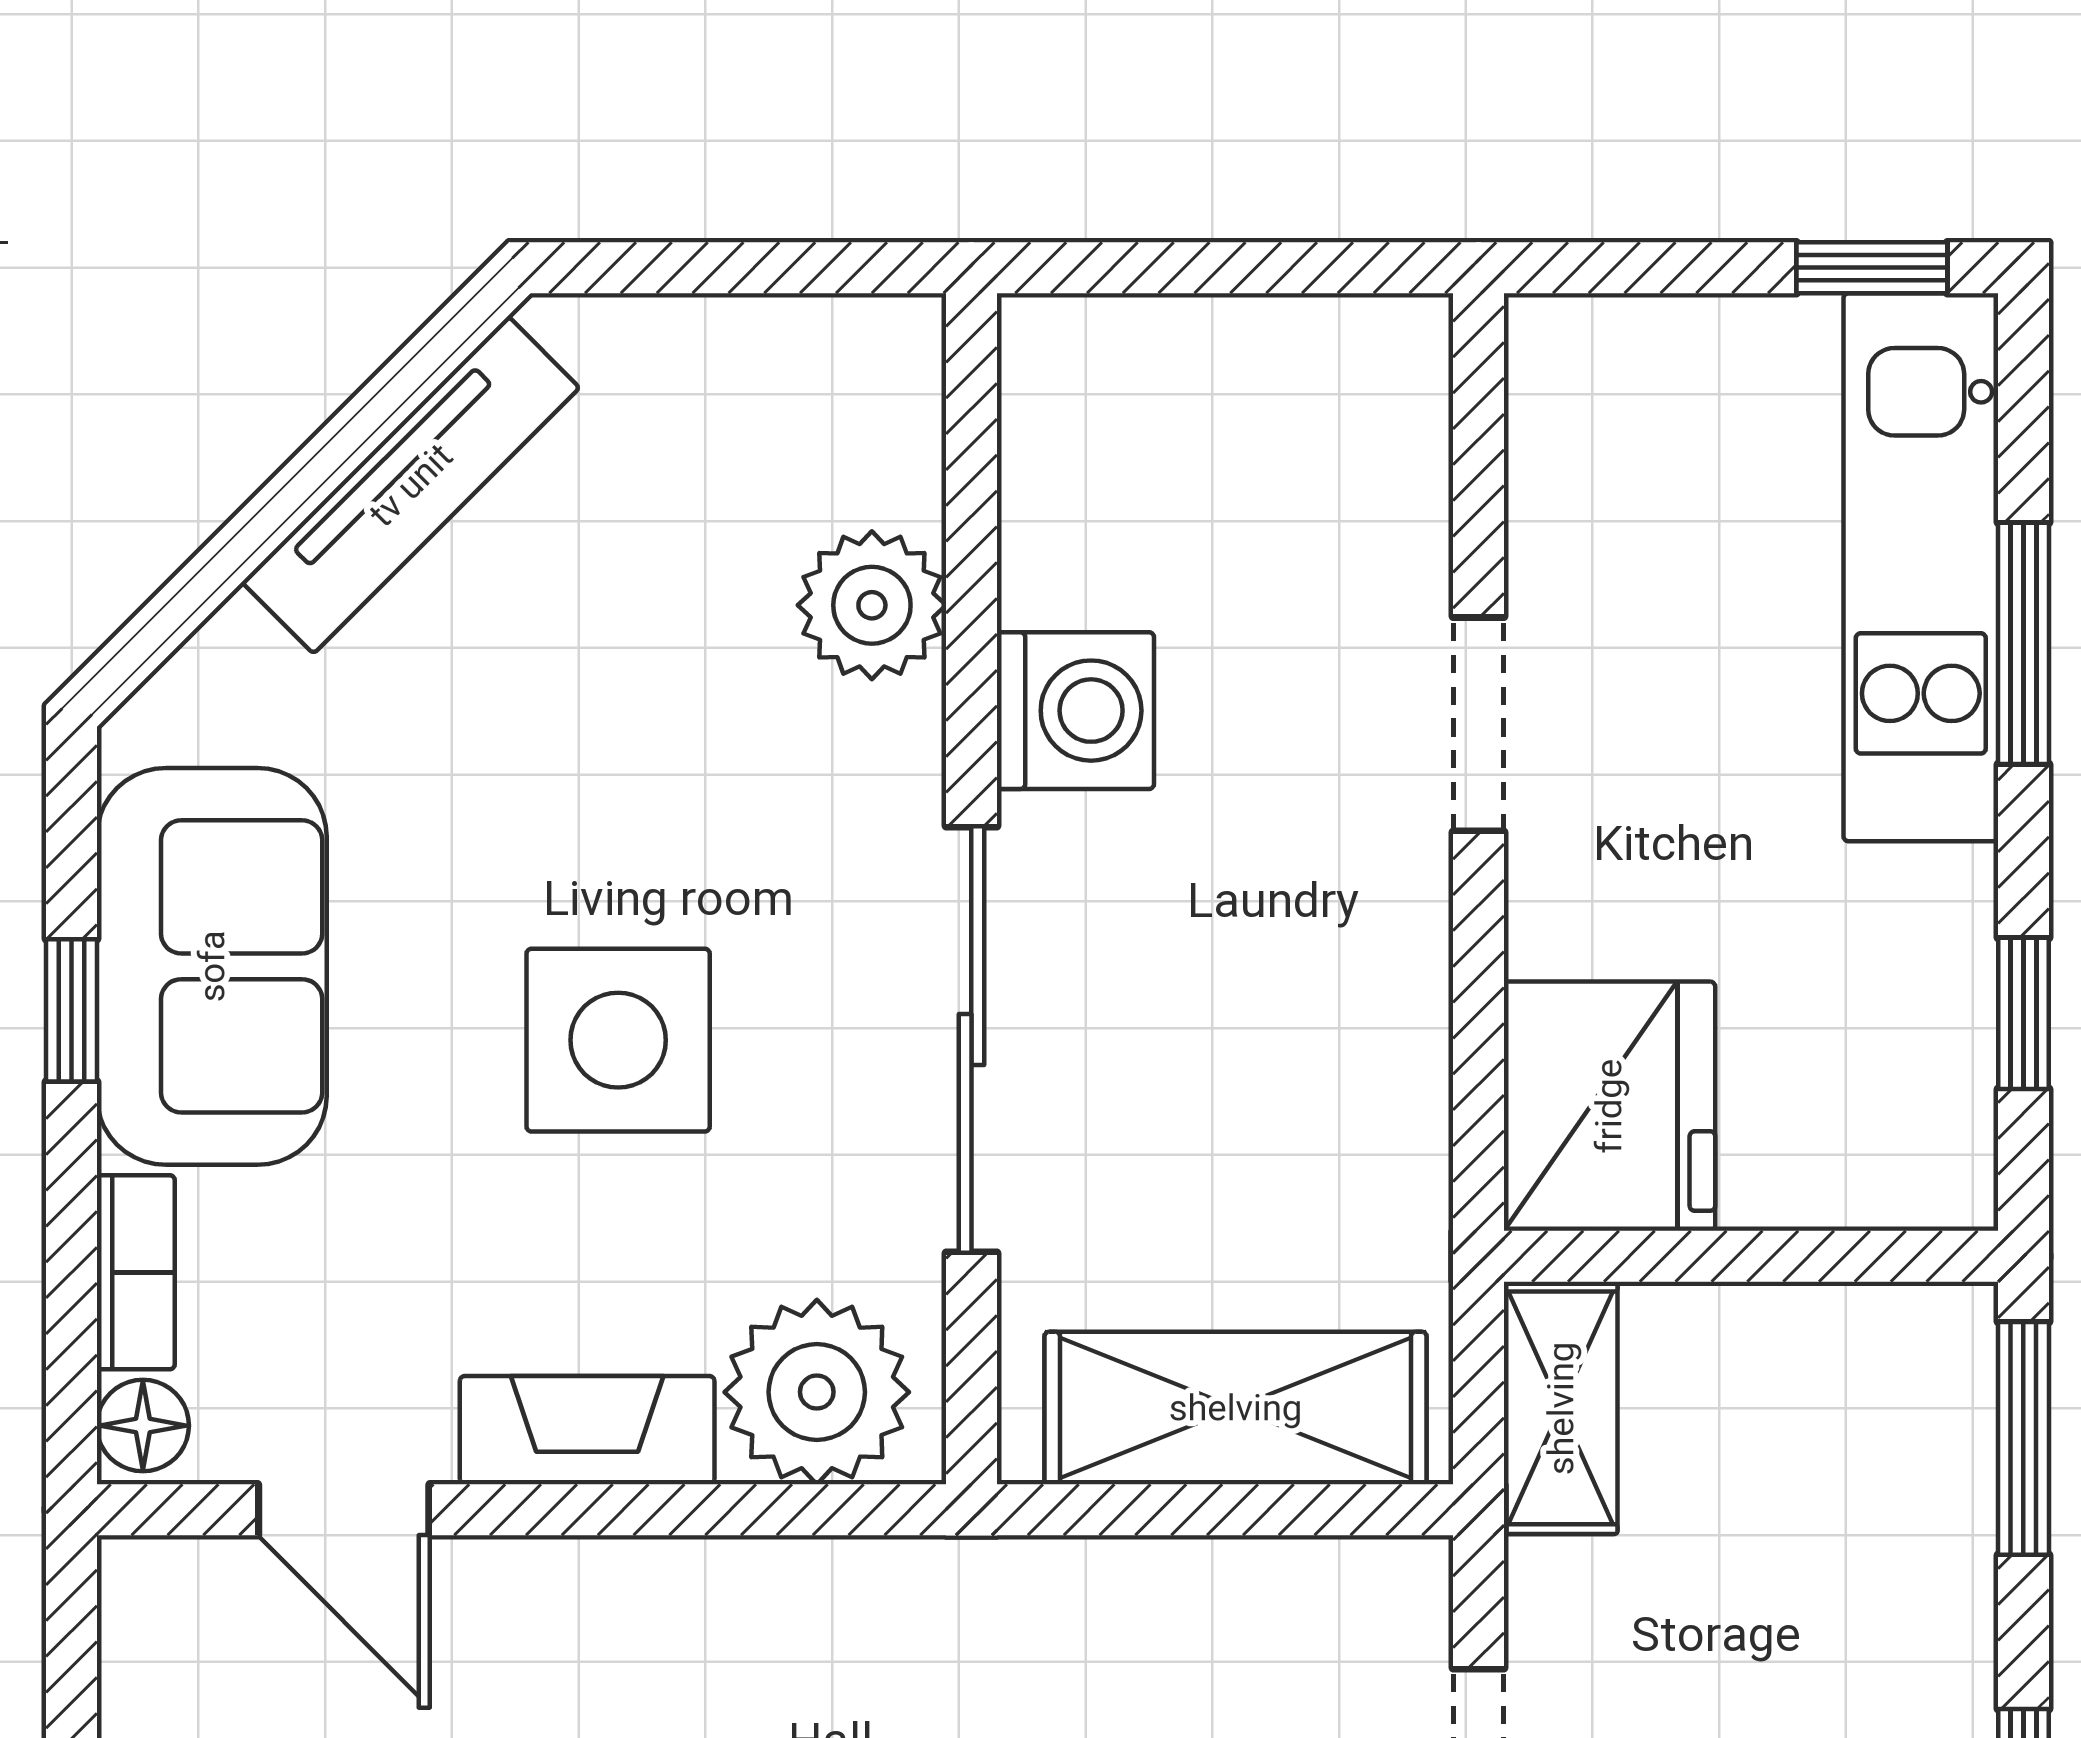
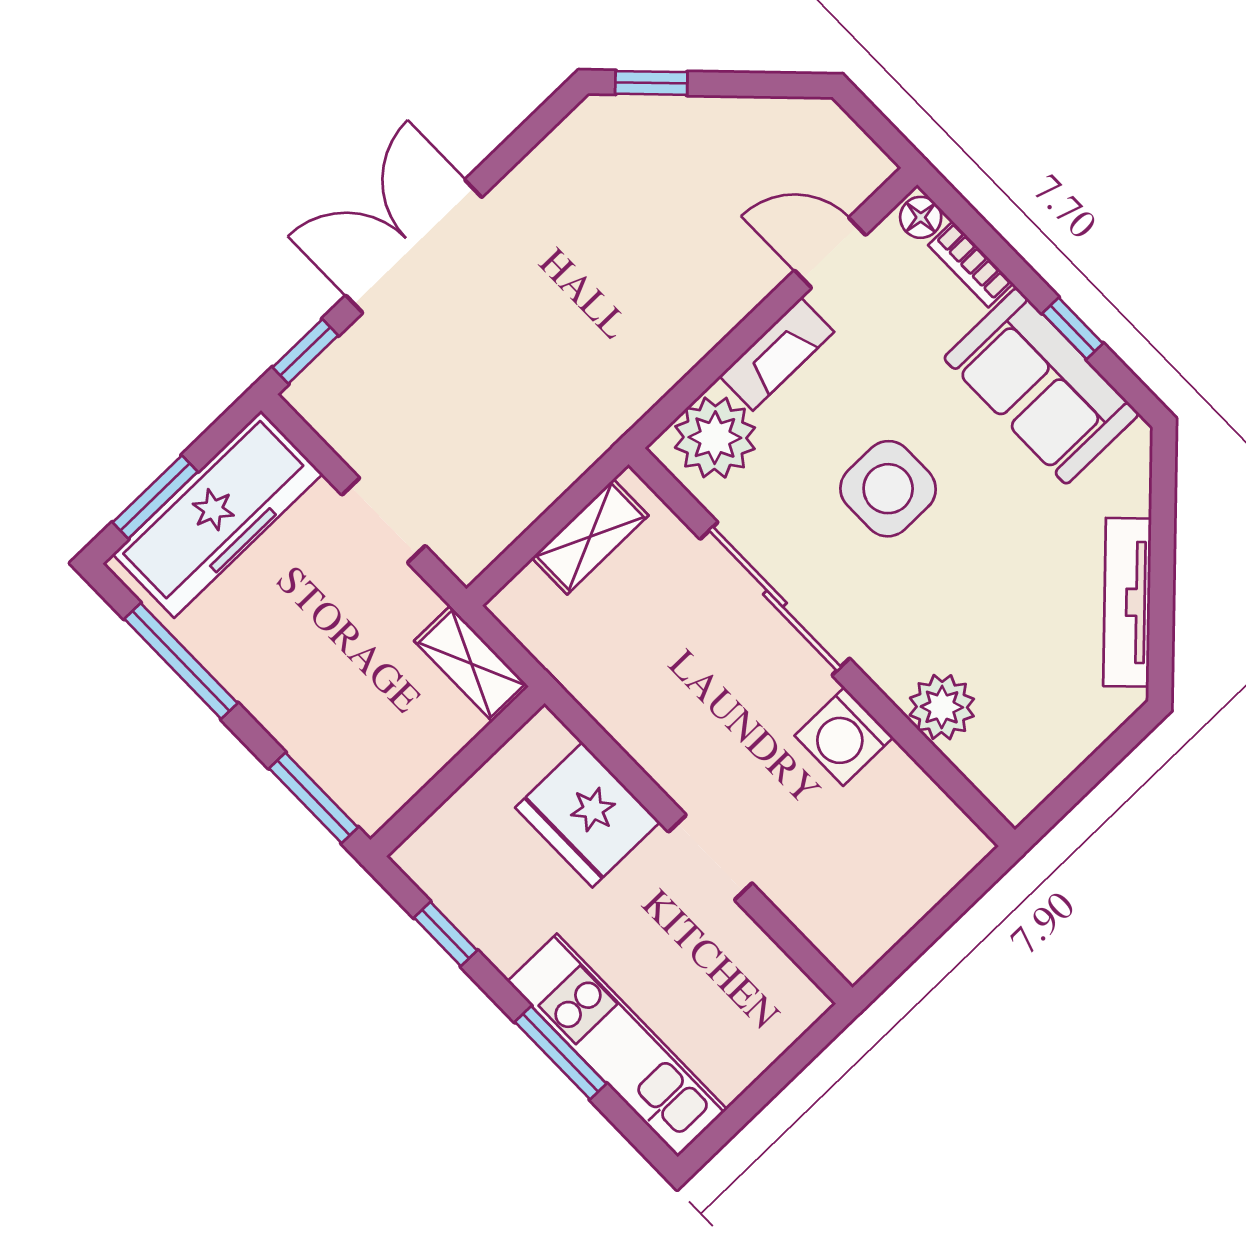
window: (1872, 268) -> (726, 1126), removed
fridge: (1609, 1106) -> (588, 815), moved
shelving: (1236, 1408) -> (590, 537), width x0.67, depth x0.75

